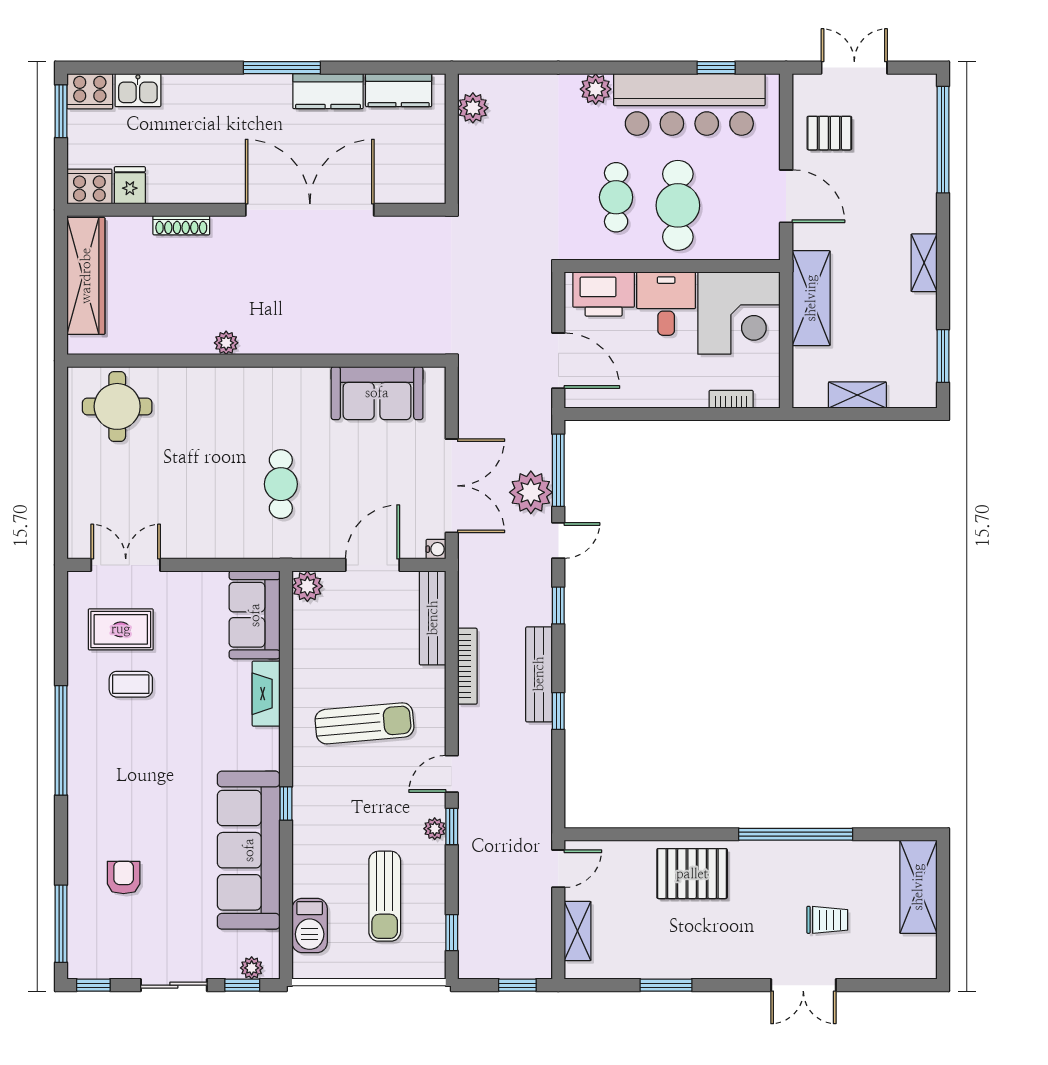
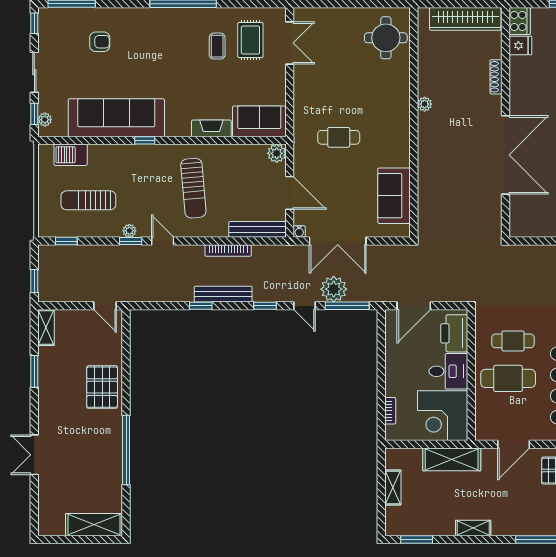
trolley: (827, 920) -> (74, 469), removed
shelving: (578, 931) -> (46, 327), moved, turned 90

